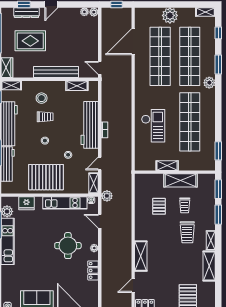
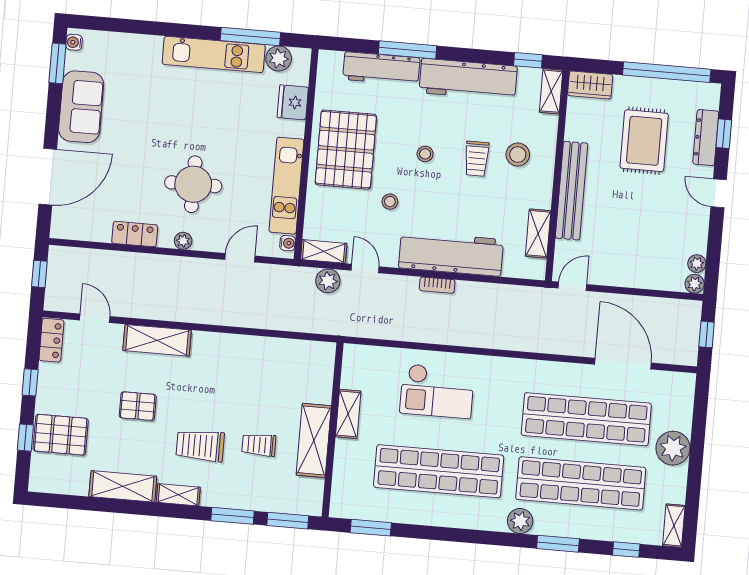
plant: (107, 196) -> (328, 281), moved
pallet: (159, 206) -> (138, 406), moved

